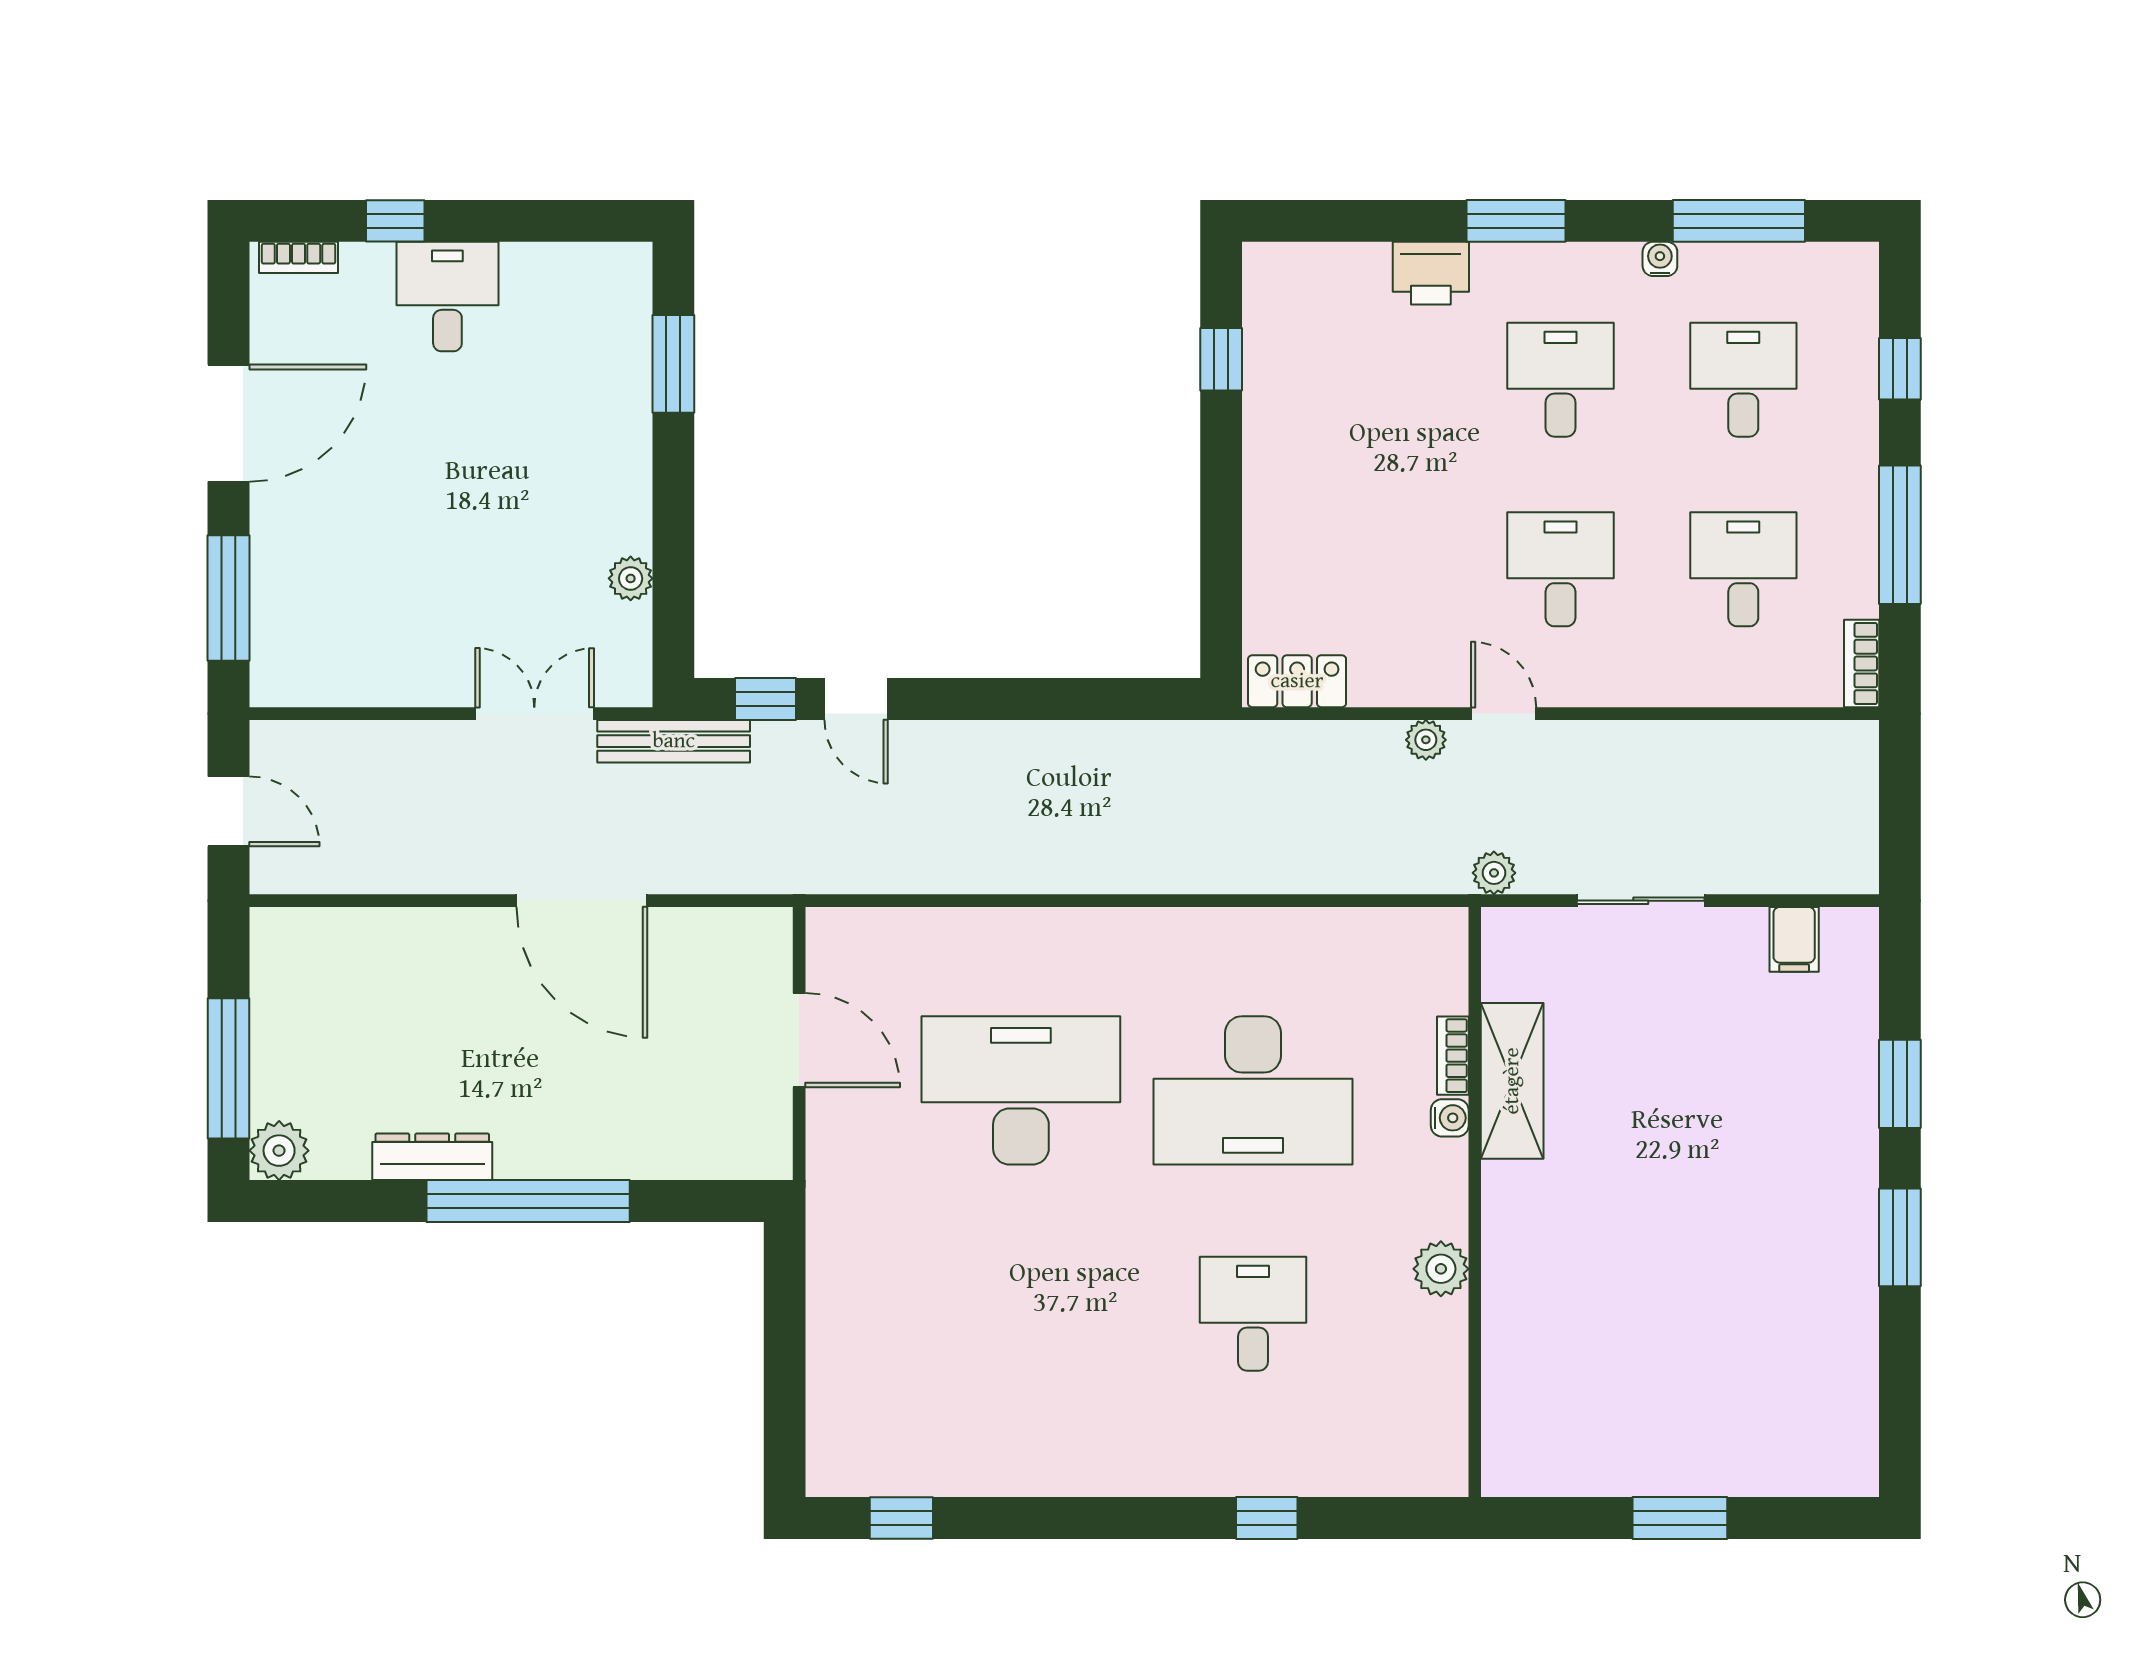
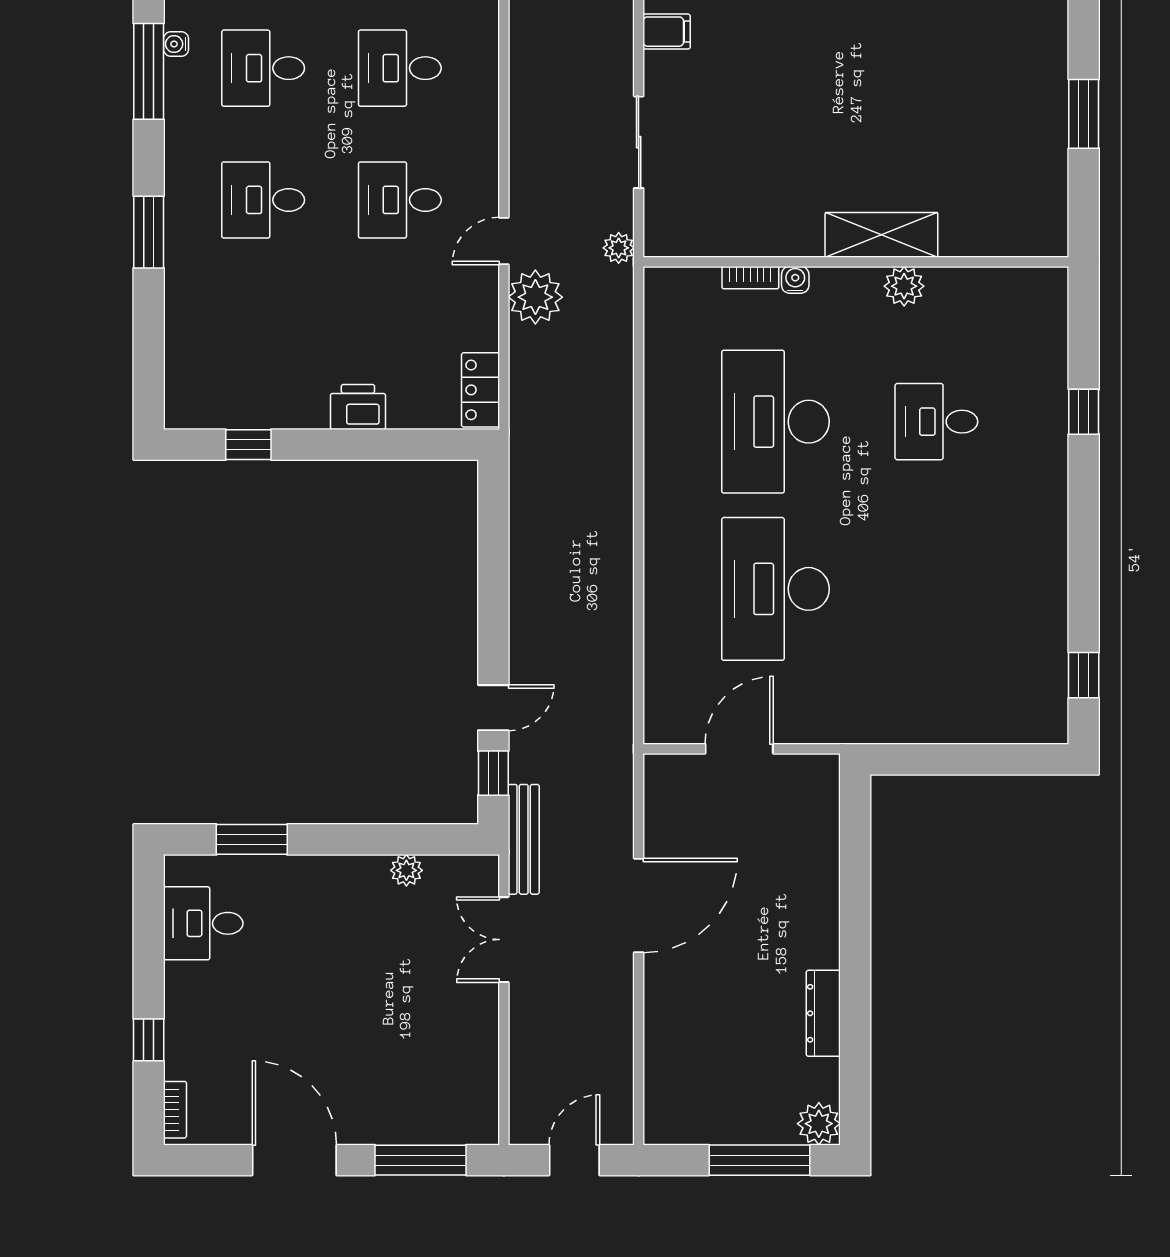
water cooler: (1660, 259) -> (176, 44), moved
printer: (1431, 273) -> (358, 407), moved, turned -90
desk: (447, 297) -> (203, 923), moved
plant: (1426, 740) -> (535, 297), width x1.87, depth x1.87
shelving: (1512, 1081) -> (881, 235), moved
desk: (1253, 1090) -> (775, 422), turned 180
window: (528, 1201) -> (855, 944), removed

